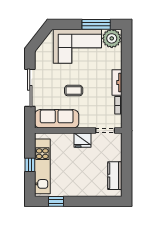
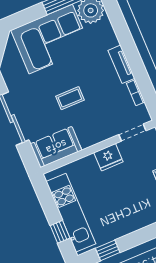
sofa: (57, 119) -> (56, 147), width x0.73
window: (30, 165) -> (60, 232), moved

